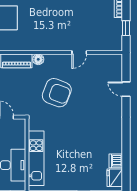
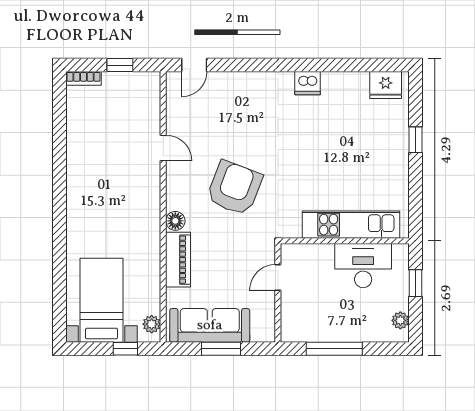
door: (126, 89) -> (194, 65), moved
dishwasher: (116, 161) -> (308, 83), moved

